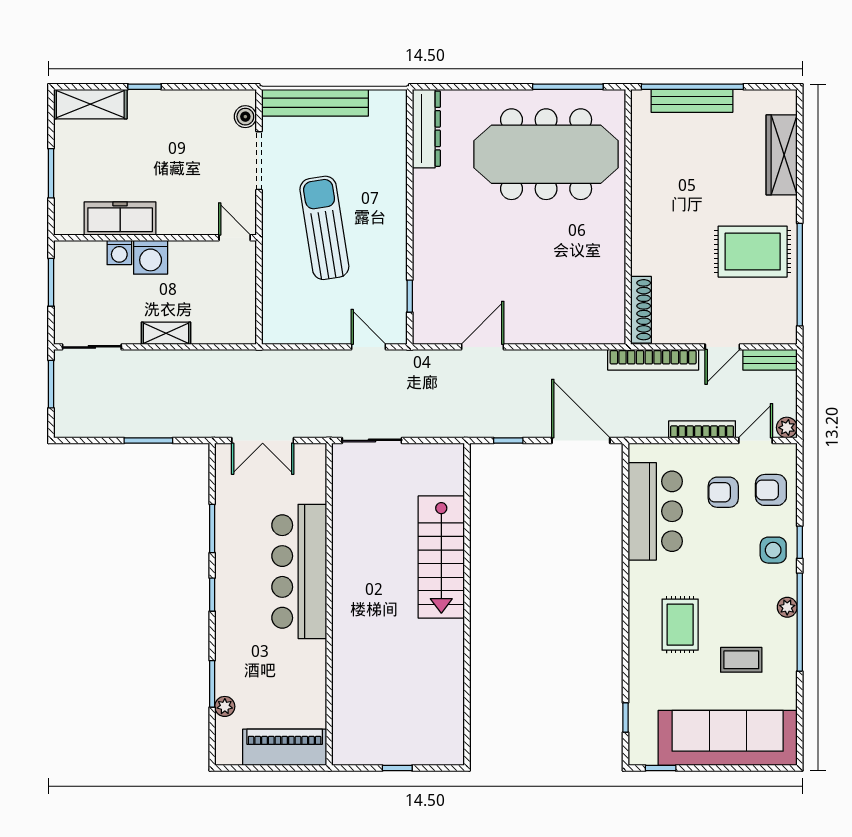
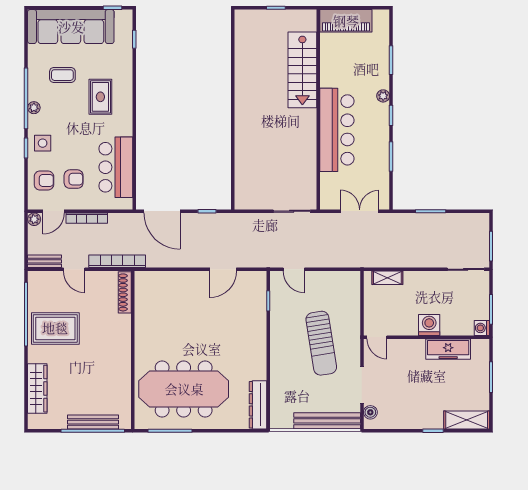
washing machine: (119, 252) -> (482, 328), moved, turned -90
shelving: (166, 333) -> (387, 278), moved
door: (722, 347) -> (74, 269), swing flipped
stairs: (441, 557) -> (302, 70), moved, turned 180
plant: (225, 706) -> (383, 96), moved

